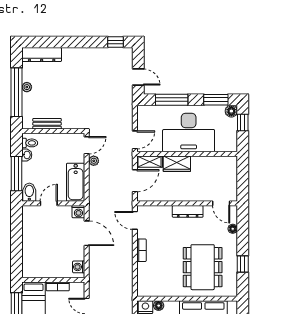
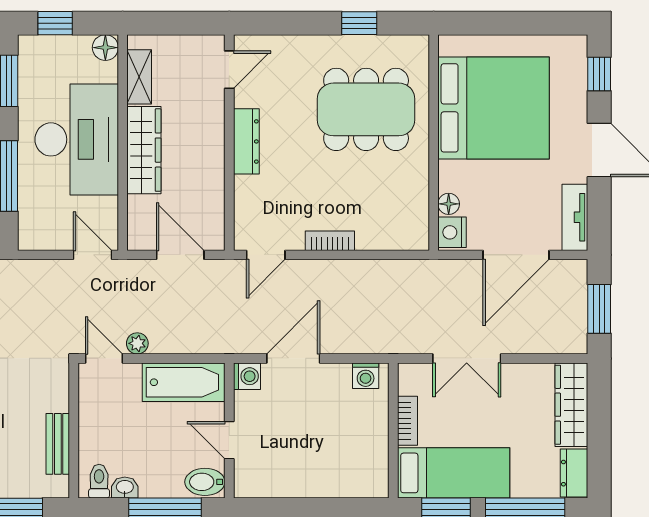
floor lamp: (231, 111) -> (105, 48), moved
shelving: (150, 162) -> (139, 77), moved
wardrobe: (177, 164) -> (144, 150), width x1.50
floor lamp: (233, 229) -> (284, 45), removed

